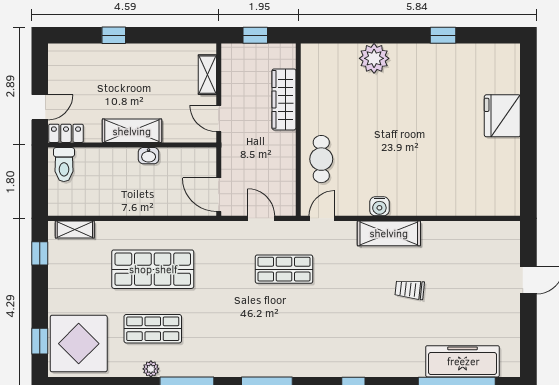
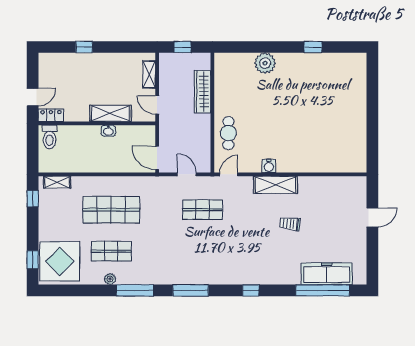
fridge: (502, 116) -> (354, 103), removed
shelving: (132, 131) -> (111, 113), moved

